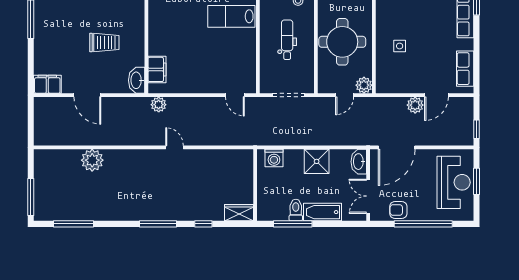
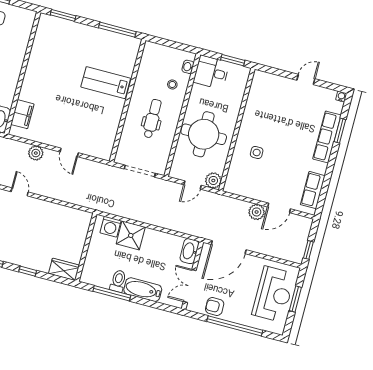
door: (235, 95) -> (69, 152), moved
plant: (159, 105) -> (36, 153), moved
shower: (317, 161) -> (131, 235), moved

